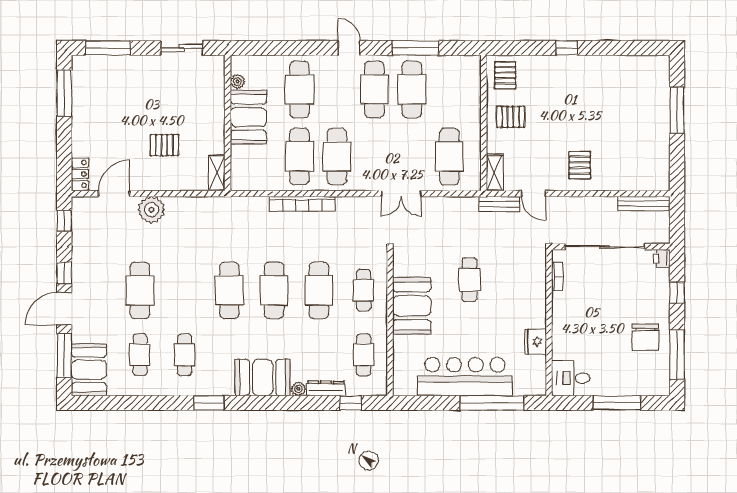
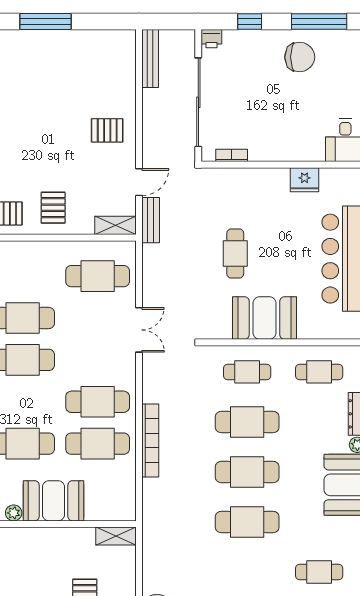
cafe table: (470, 280) -> (235, 254), turned 90

